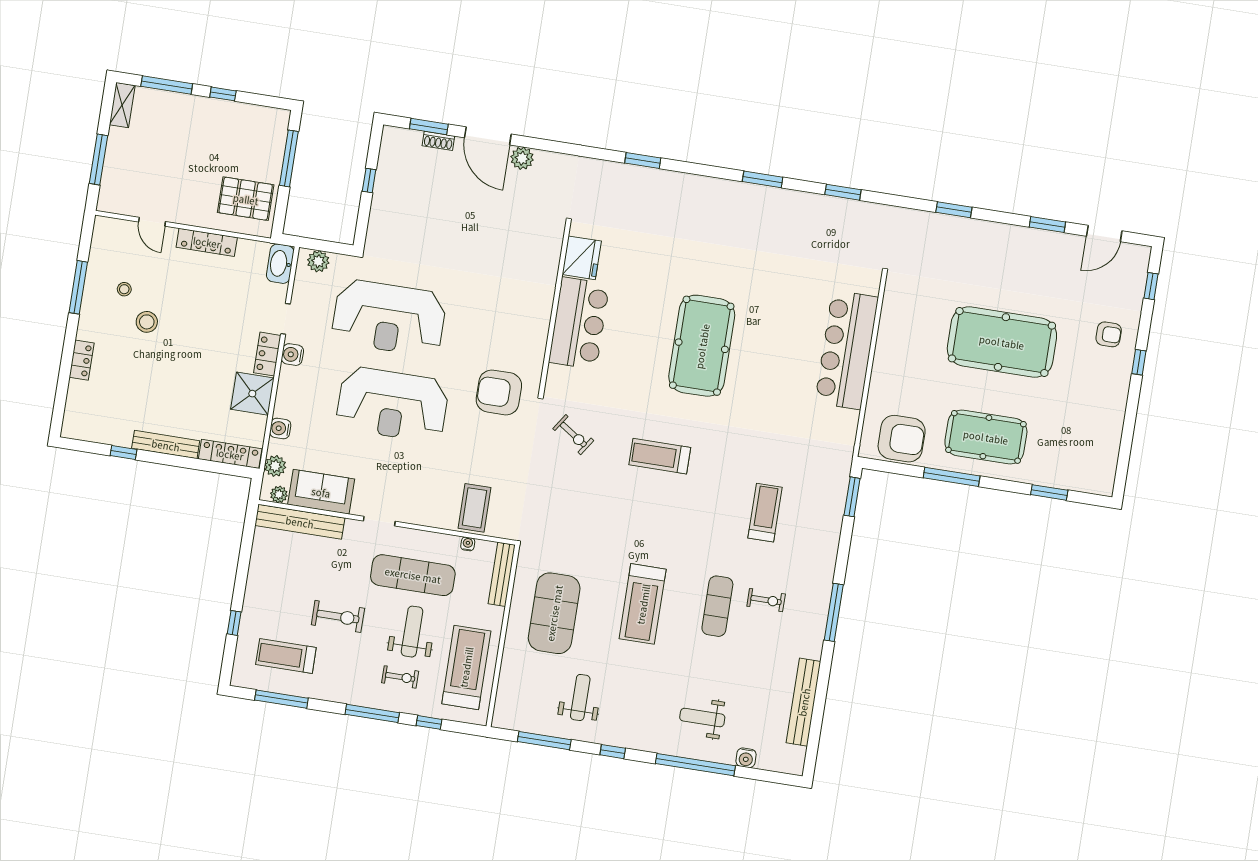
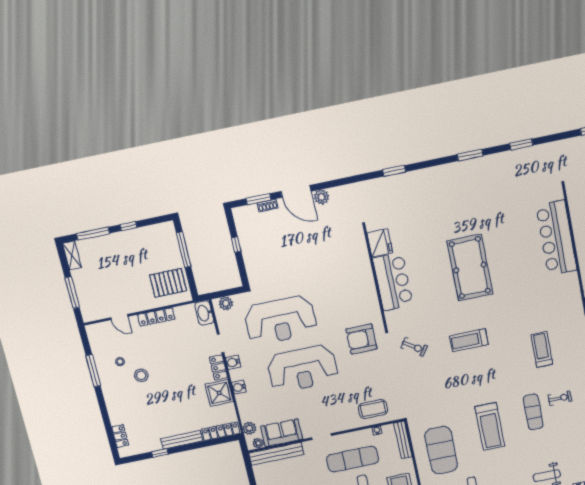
locker: (82, 360) -> (120, 436), moved
water cooler: (280, 428) -> (239, 387), moved
coffee table: (474, 508) -> (373, 409), turned 90

